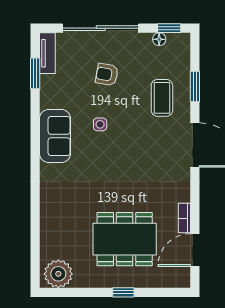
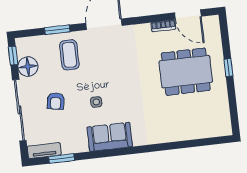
floor lamp: (159, 39) -> (28, 67), width x1.89, depth x1.89
coffee table: (162, 98) -> (69, 55), turned 90
dining table: (125, 239) -> (186, 72), turned 90
plant: (58, 274) -> (220, 121), removed

